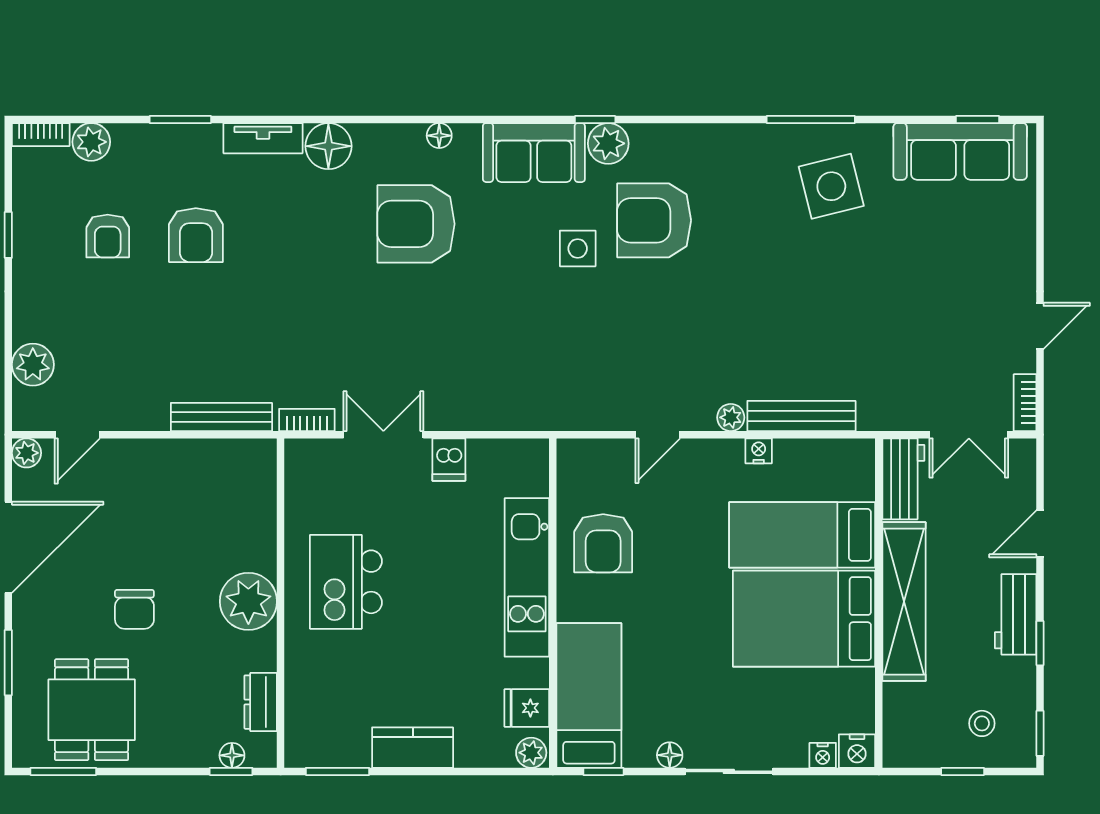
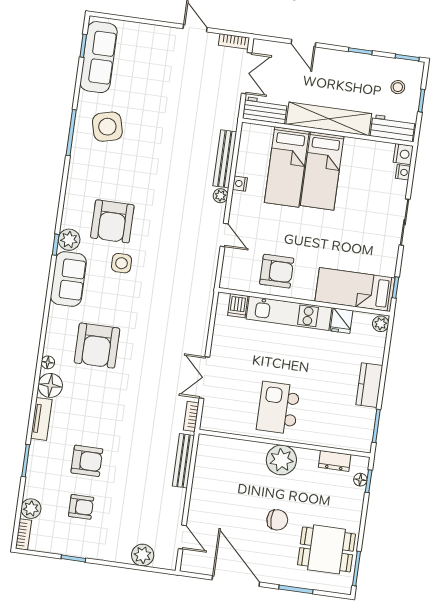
floor lamp: (439, 136) -> (48, 362), moved
plant: (26, 453) -> (188, 565), removed
dishwasher: (449, 460) -> (238, 306), moved, turned 90
kitchen island: (346, 582) -> (278, 408), turned 90
workbench: (1016, 614) -> (393, 128), moved, turned 180
bed: (804, 619) -> (322, 171), width x0.67
fridge: (527, 708) -> (341, 321), moved
floor lamp: (670, 755) -> (392, 252), removed

